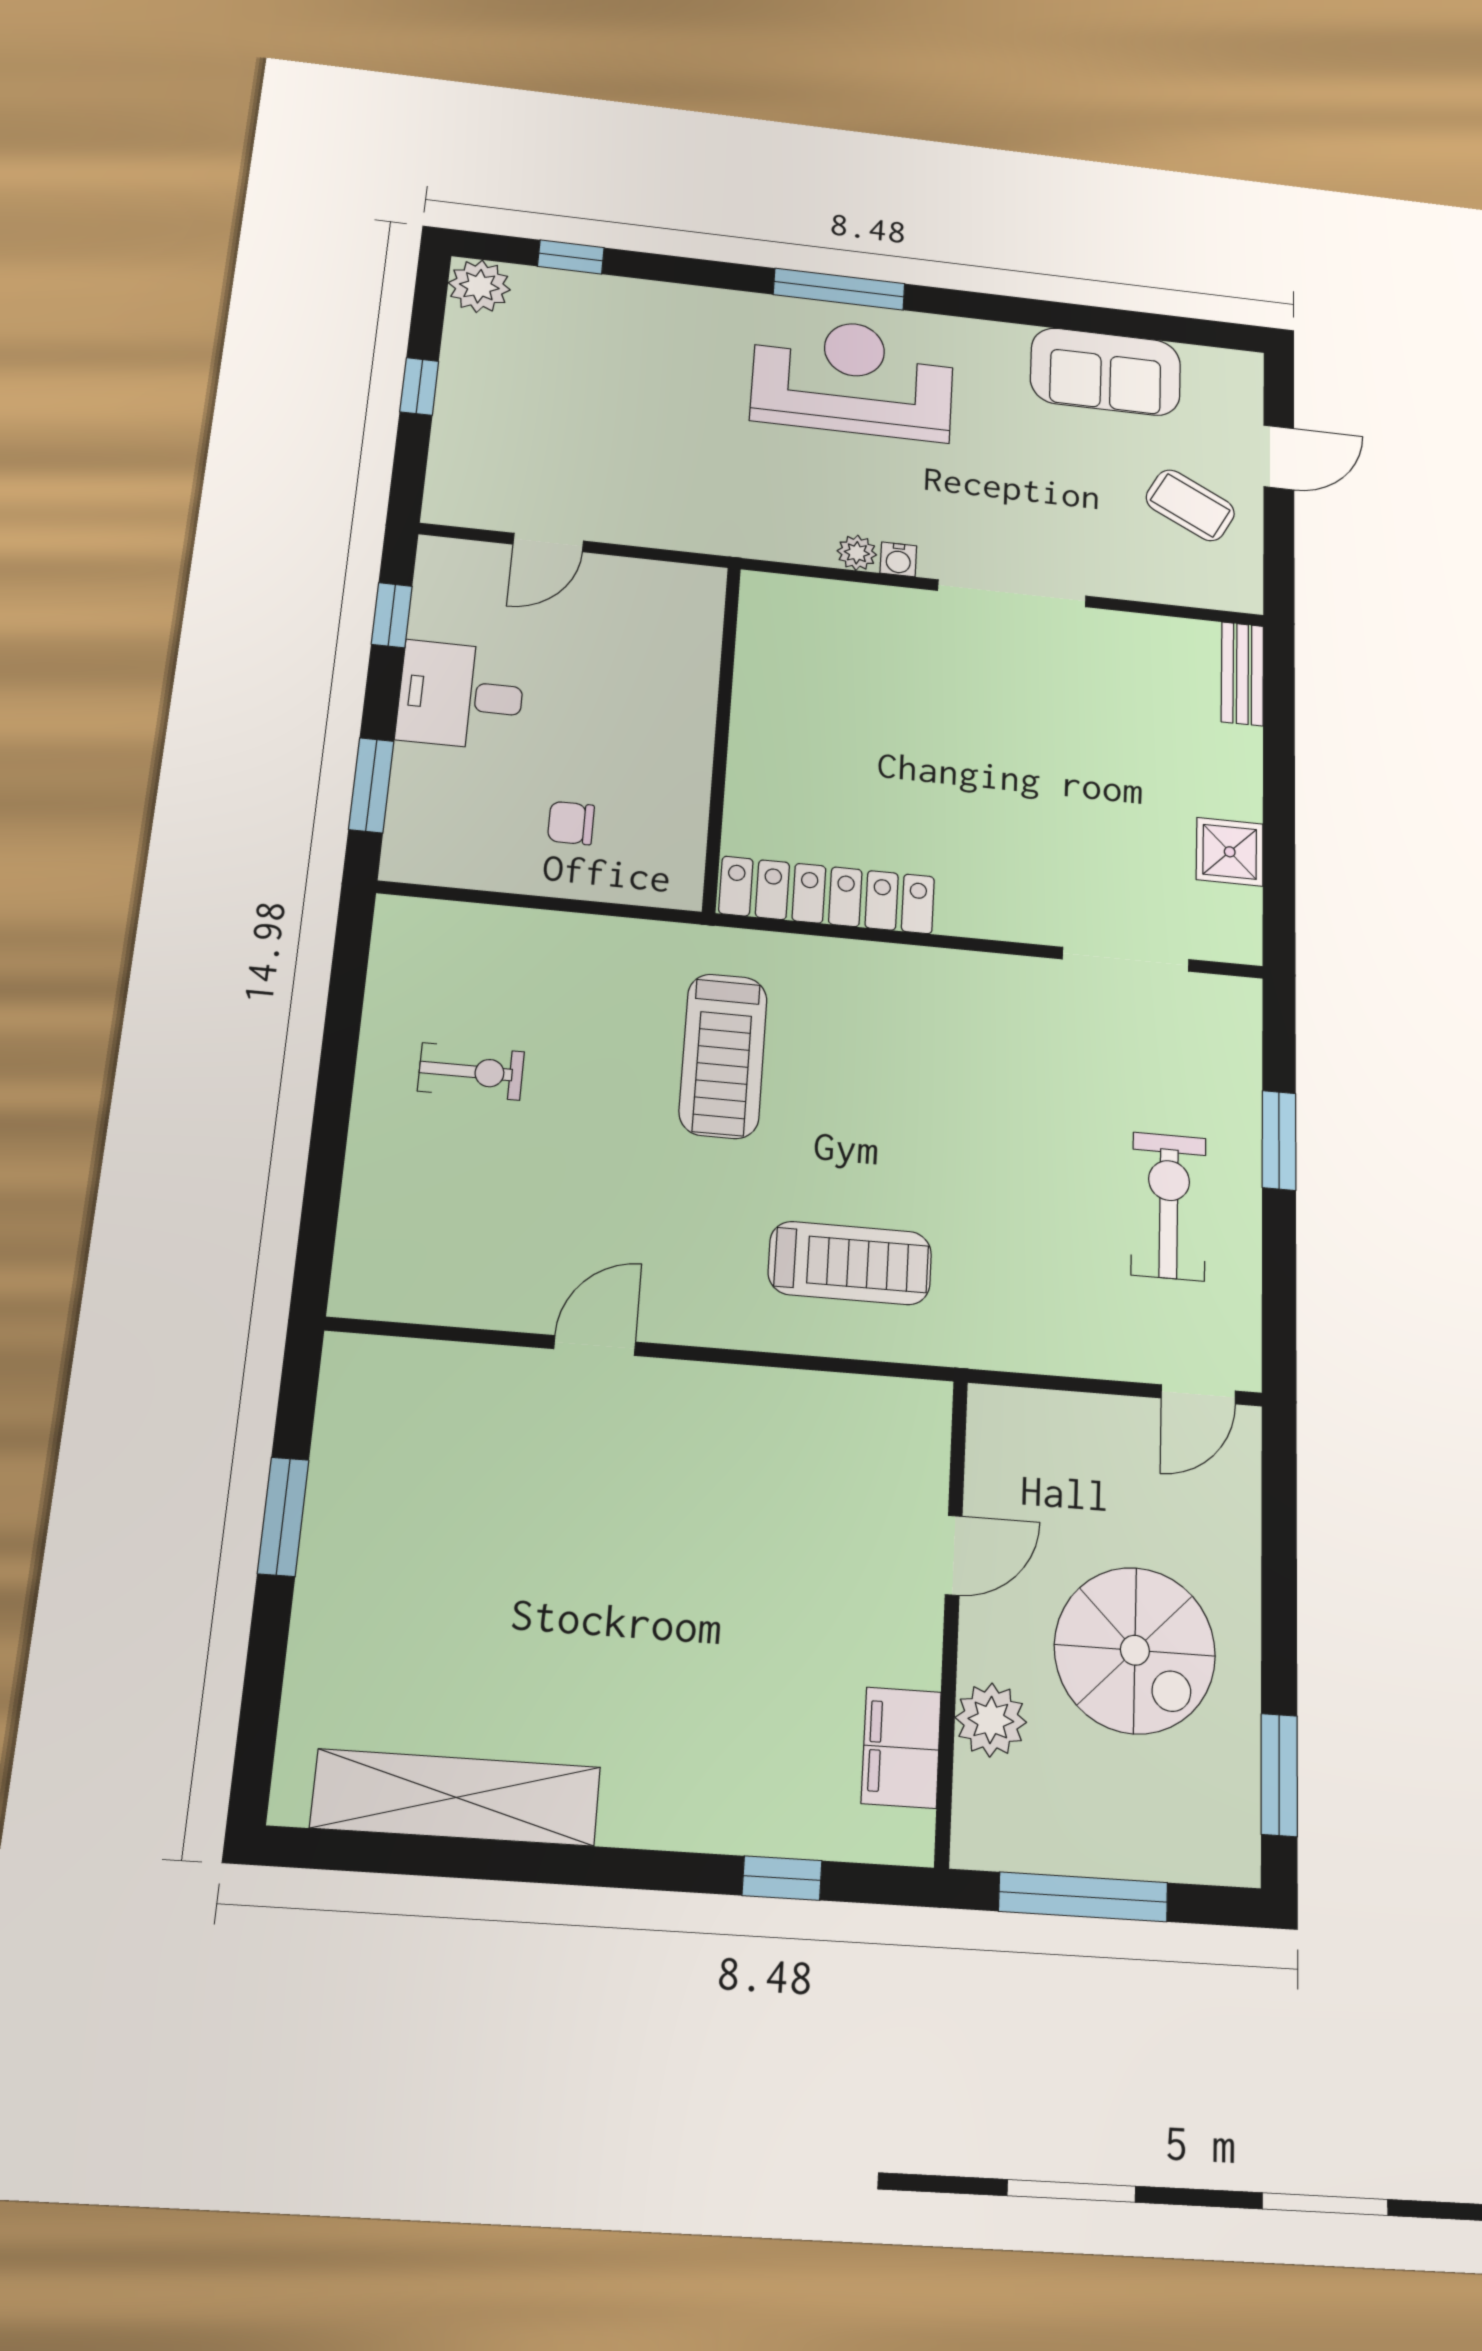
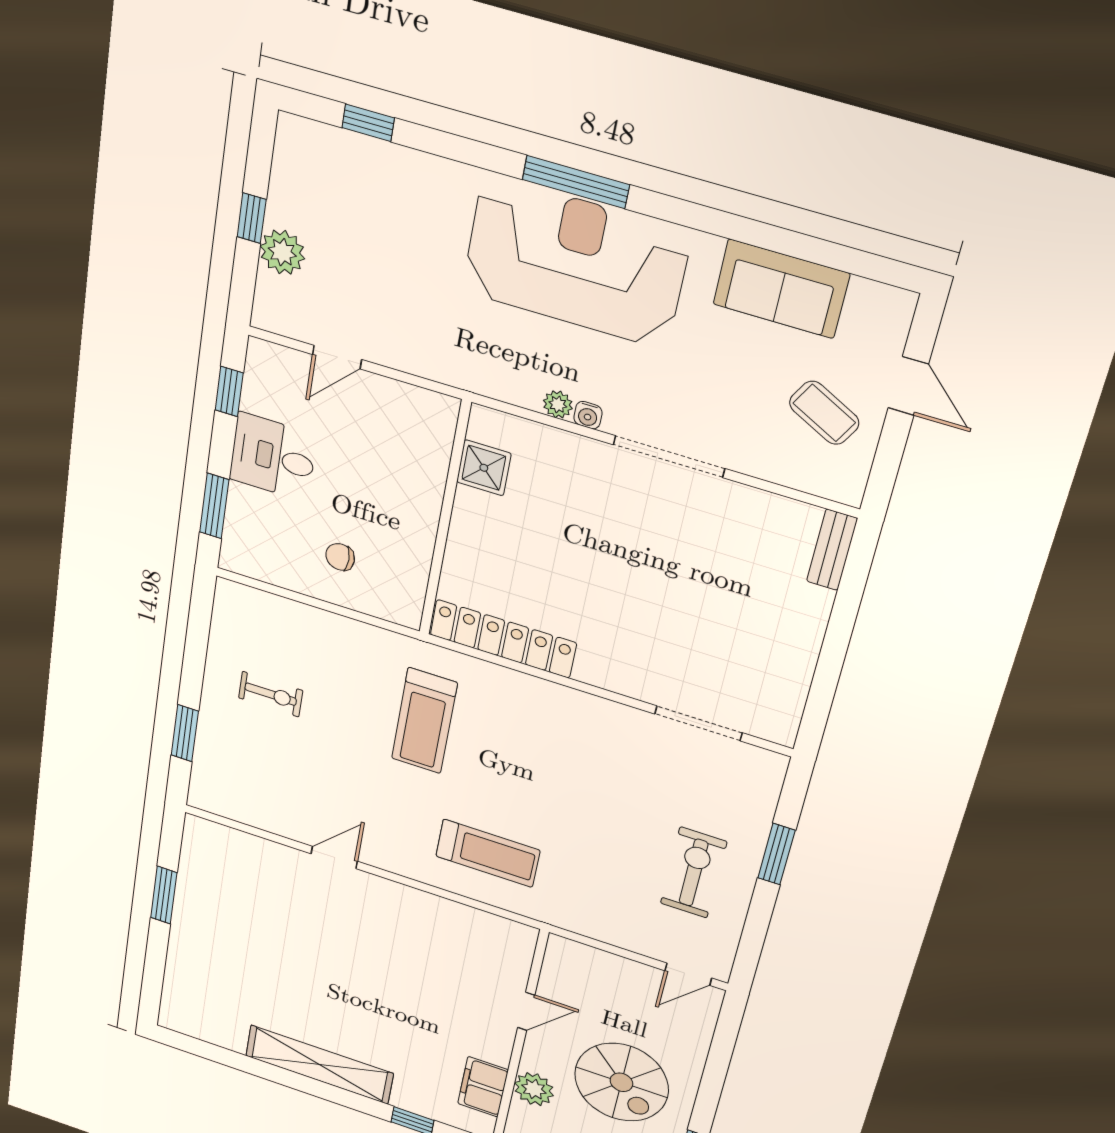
plant: (479, 286) -> (282, 252), moved
reception desk: (853, 378) -> (575, 262), width x1.36, depth x1.30
door: (1279, 457) -> (908, 386), hinge flipped
shower: (1230, 852) -> (484, 468), moved
window: (324, 1179) -> (185, 733), added
shelving: (456, 1797) -> (319, 1065), moved

